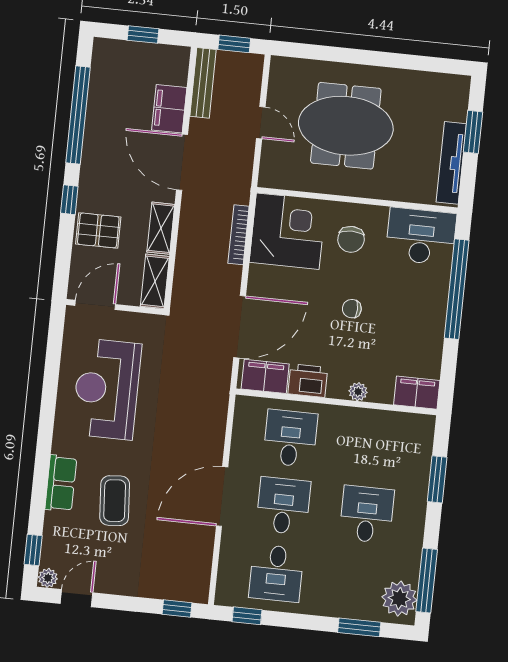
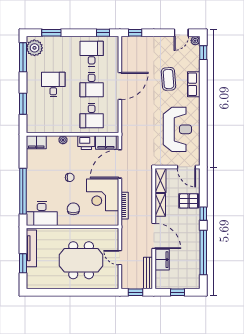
corner desk: (288, 231) -> (103, 195), moved
door: (95, 305) -> (186, 167), hinge flipped
desk: (367, 514) -> (53, 85), turned 180

